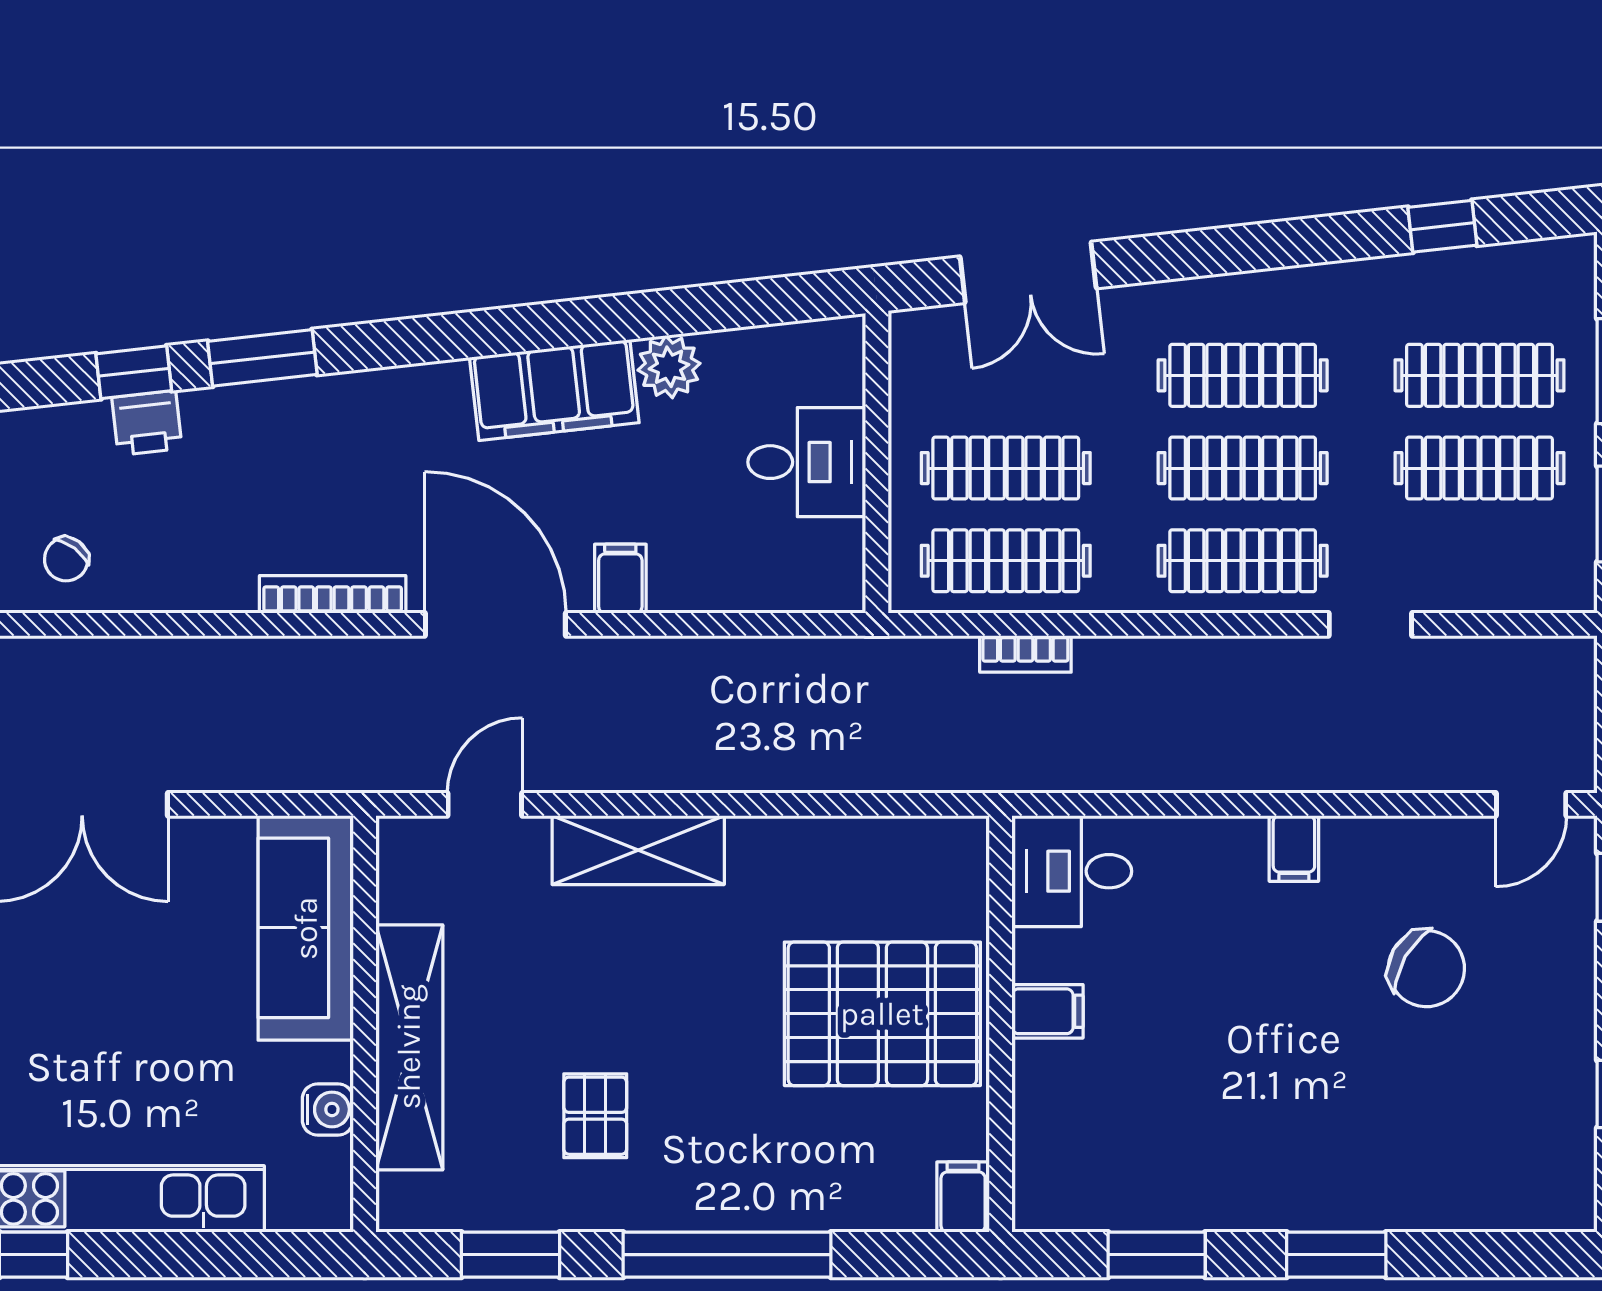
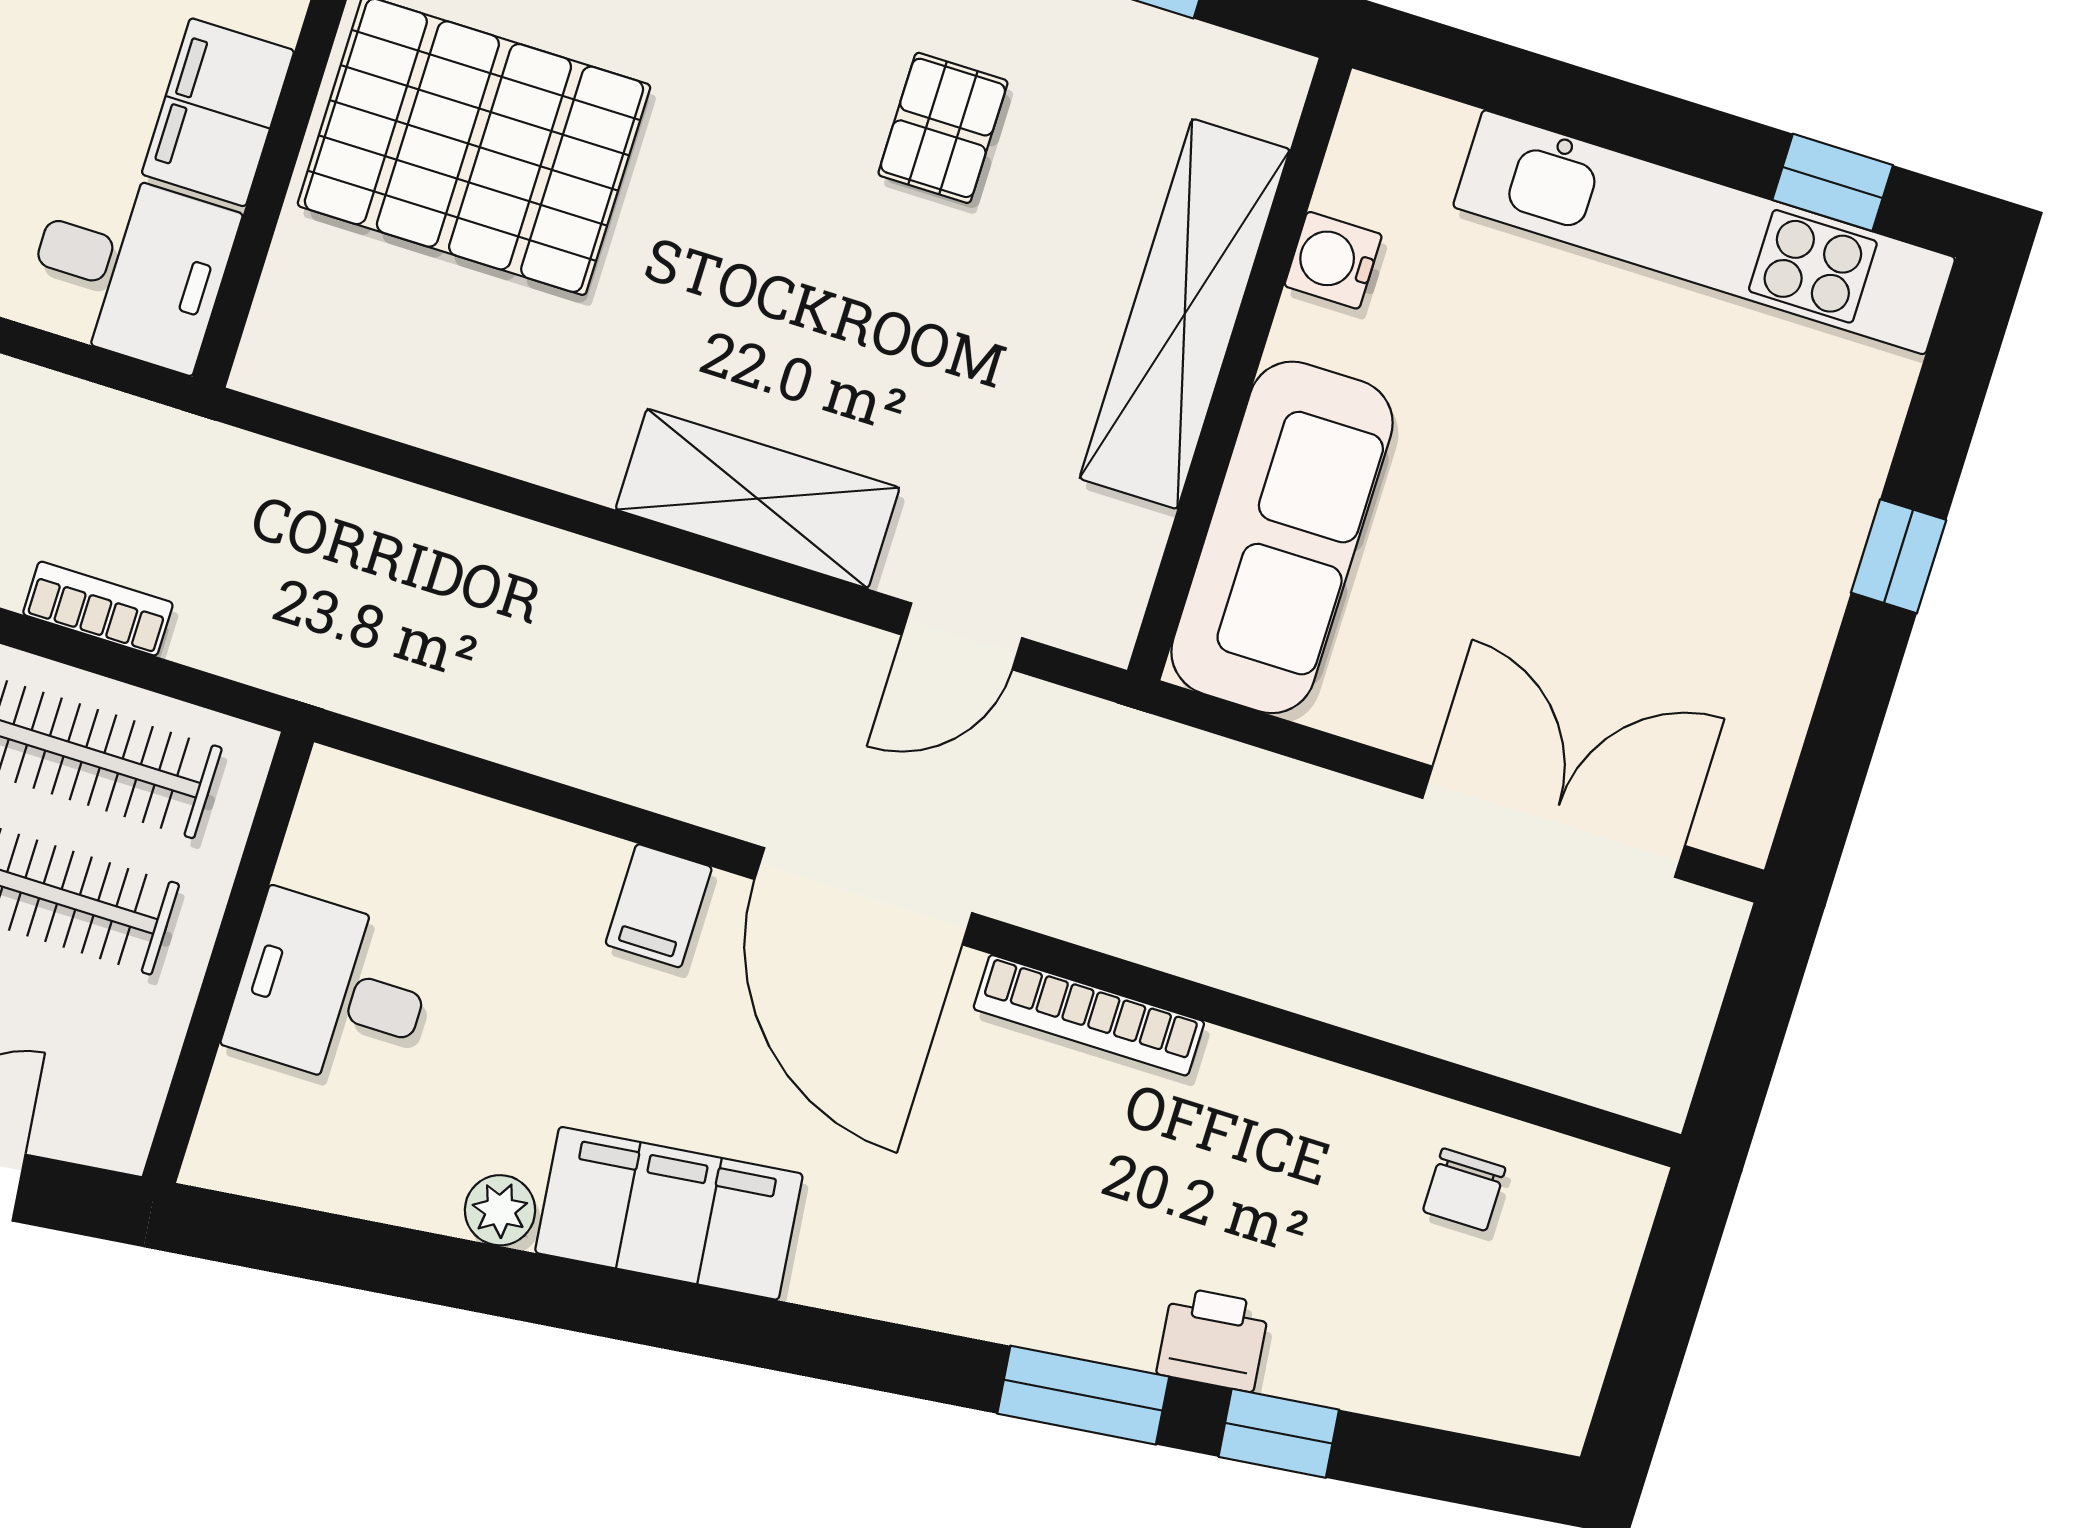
plant: (669, 367) -> (500, 1210), width x0.73, depth x0.73
printer: (147, 423) -> (1213, 1339), moved
chair: (66, 559) -> (1464, 1190), turned 143
filing cabinet: (1047, 1011) -> (218, 112), width x2.00

